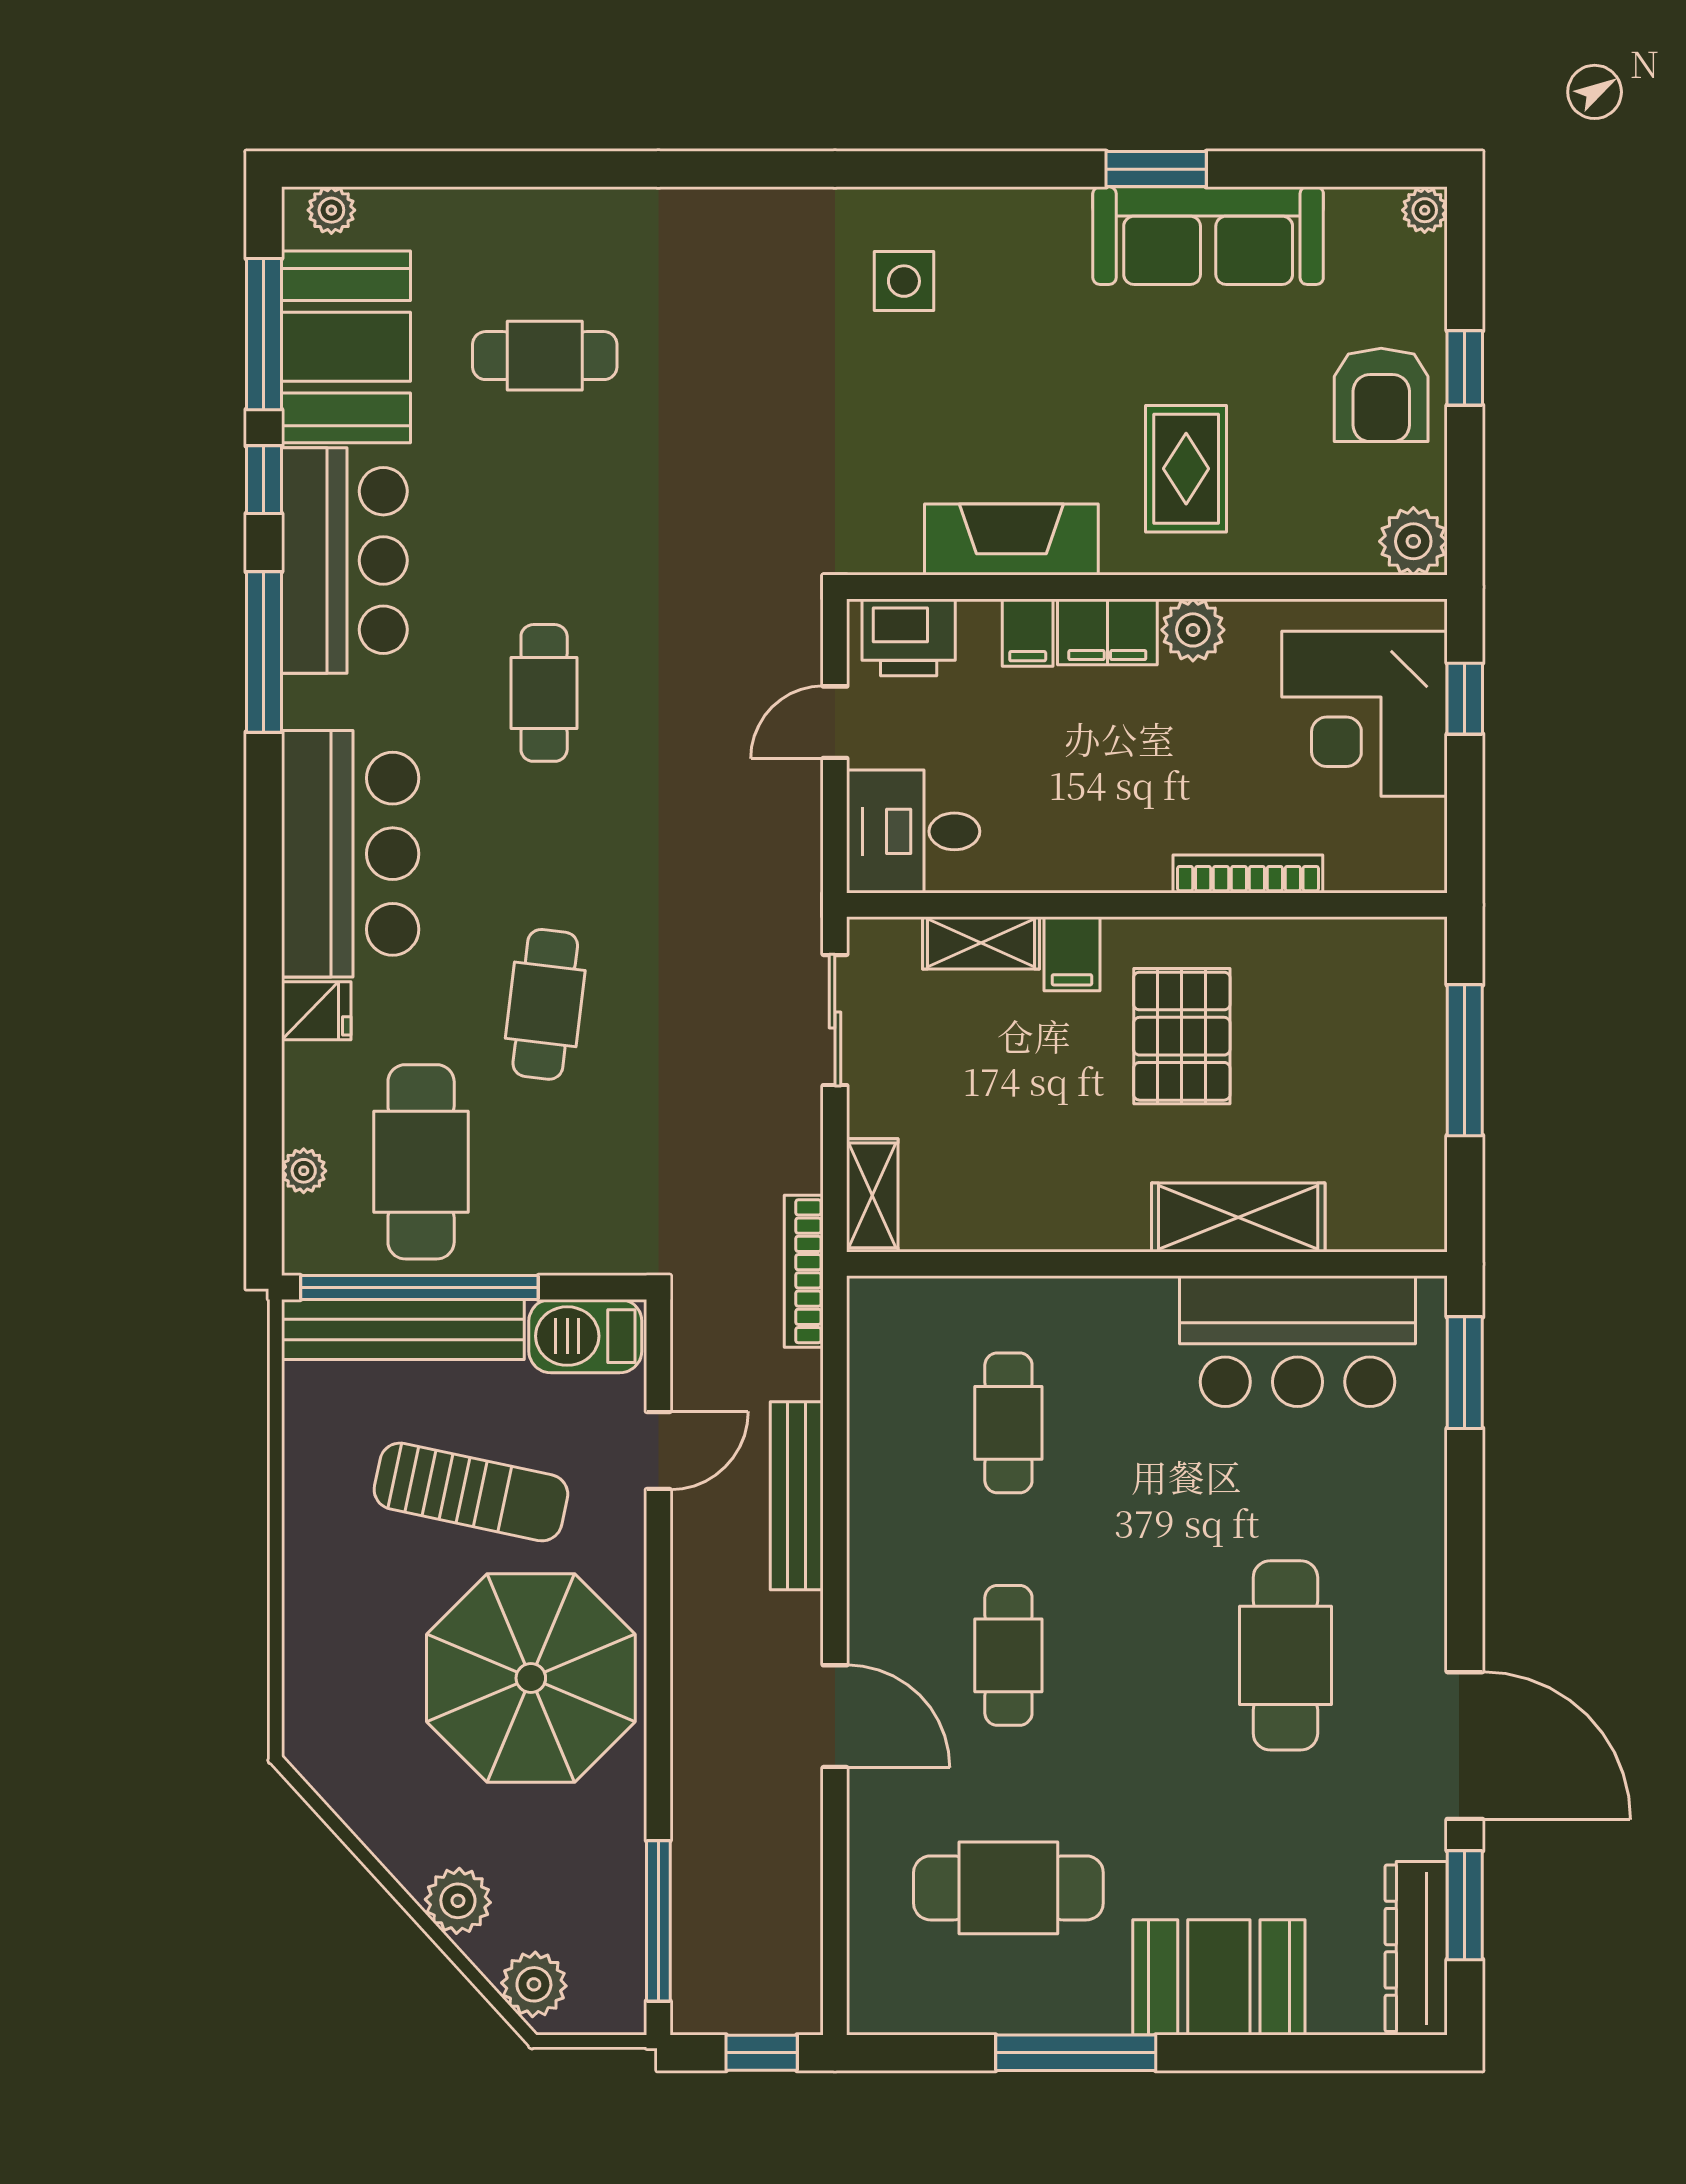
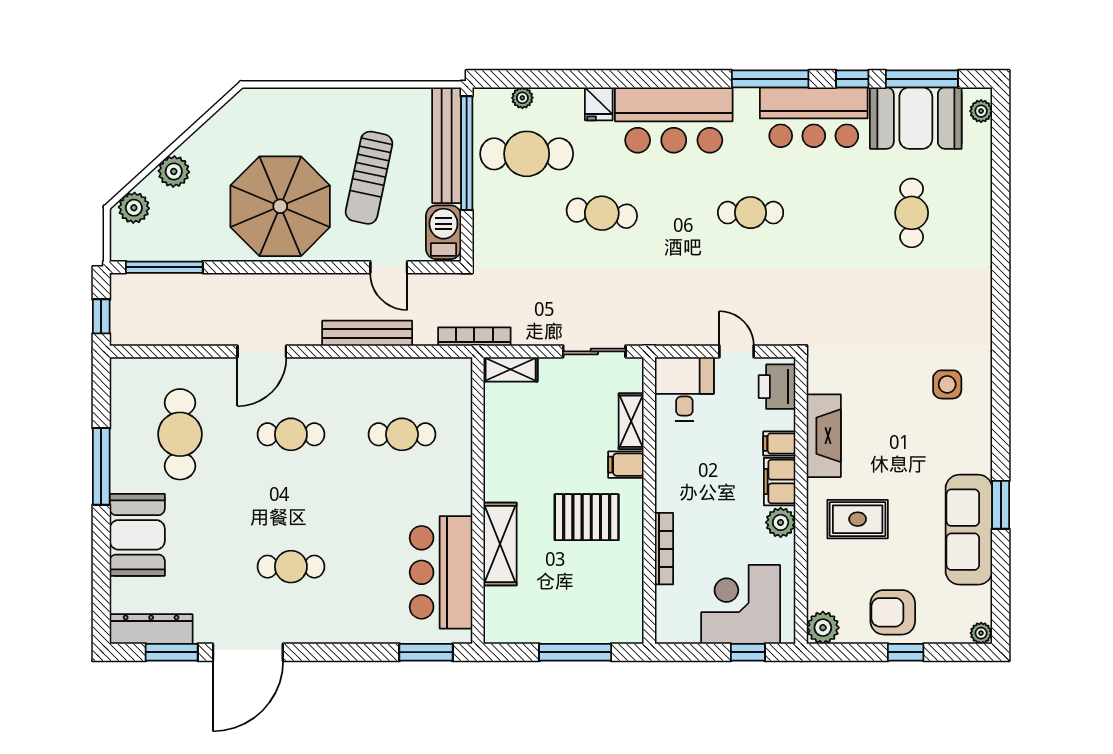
cafe table: (1285, 1655) -> (291, 567), width x0.73, depth x0.74

